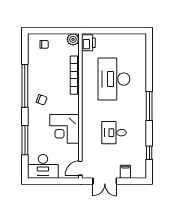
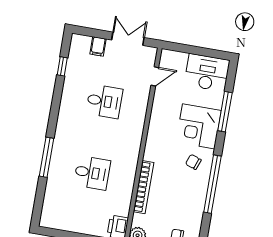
desk: (114, 79) -> (92, 173), width x0.53, depth x0.77
window: (149, 106) -> (46, 157), moved
corner desk: (65, 129) -> (199, 126), moved, turned 180
door: (80, 168) -> (155, 76), moved

